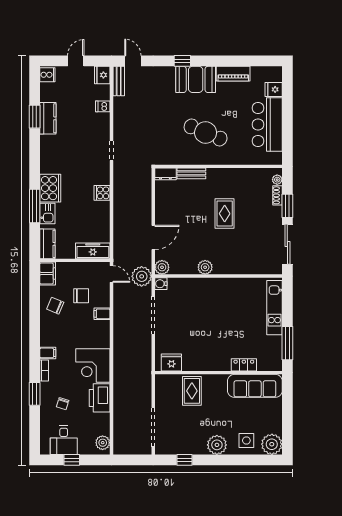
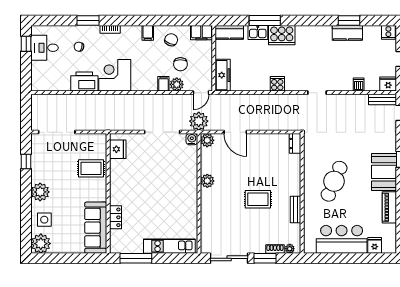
bench: (191, 173) -> (296, 209), moved
filing cabinet: (48, 353) -> (148, 33), moved
plant: (103, 443) -> (177, 84), moved
window: (72, 460) -> (26, 44), moved

